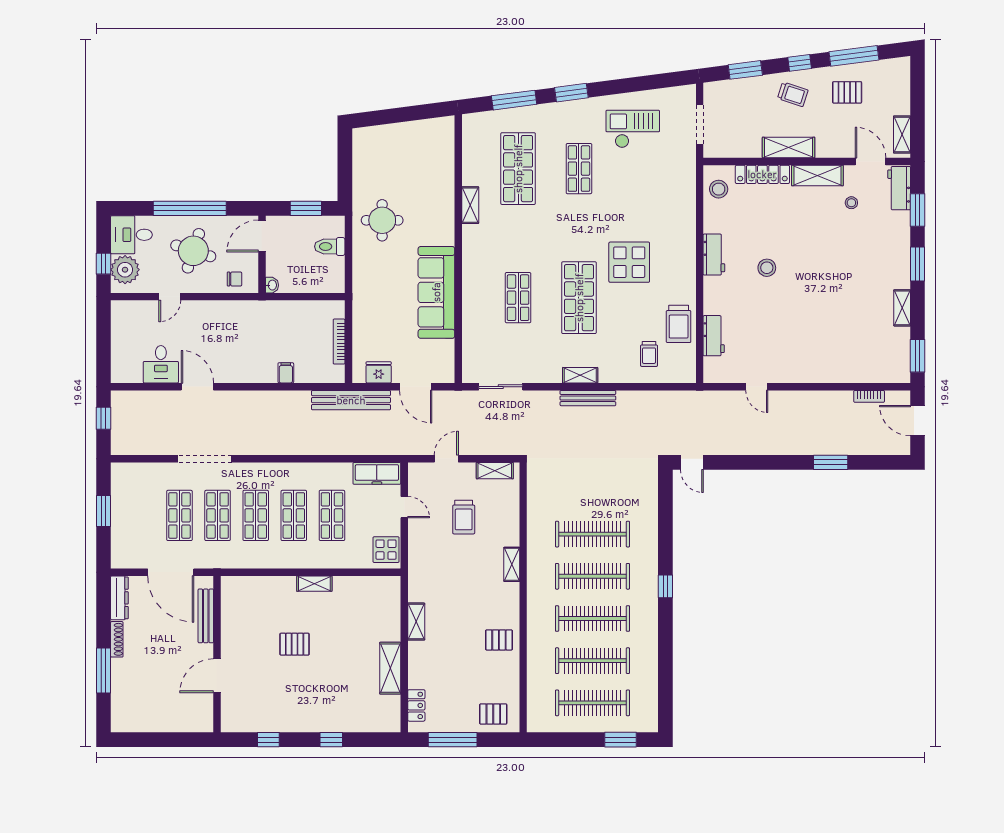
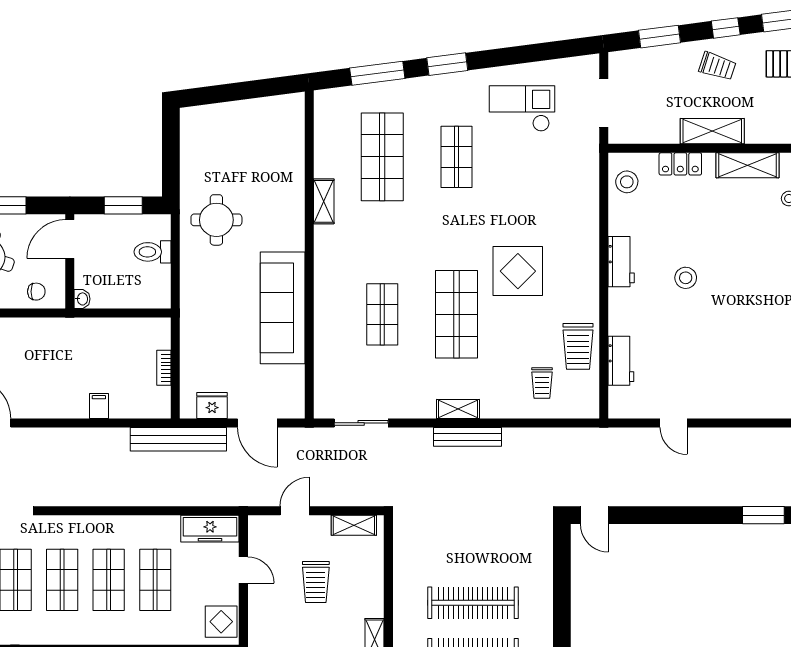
locker: (762, 174) -> (680, 164), width x0.66
bookcase: (339, 342) -> (164, 368), width x0.64

